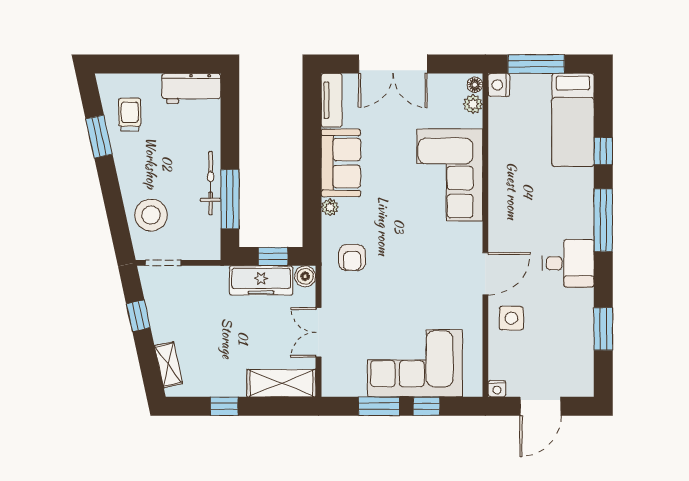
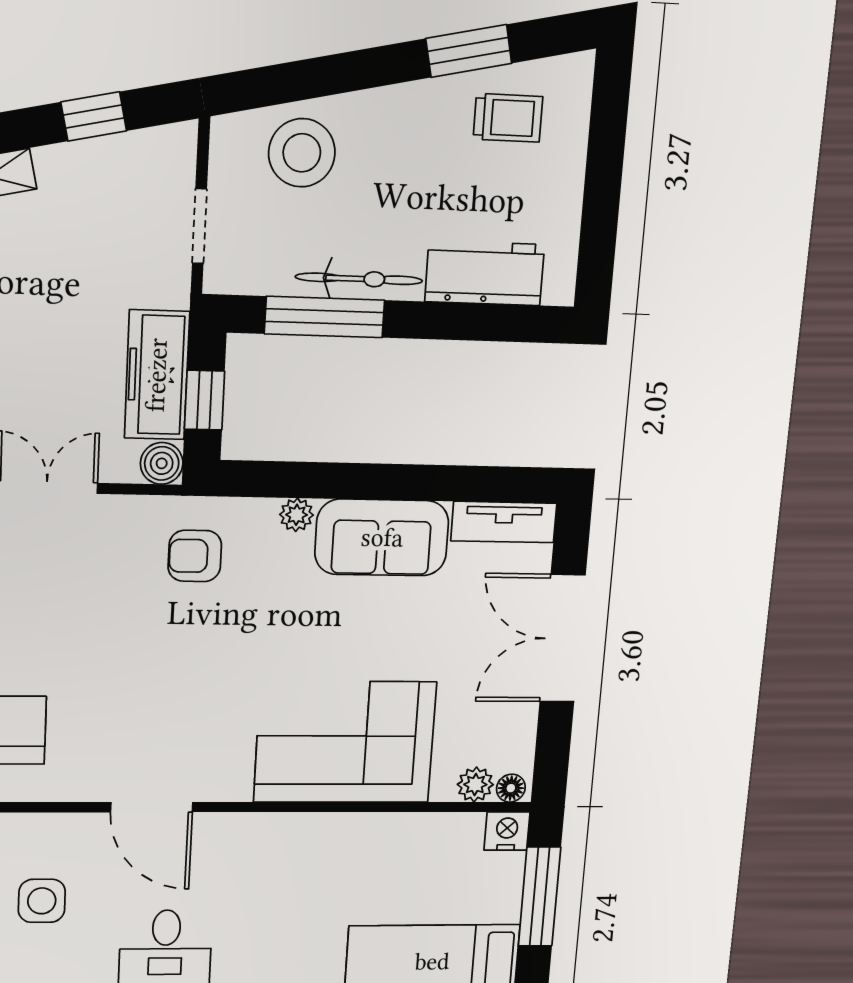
workbench: (191, 88) -> (485, 273), moved, turned 90
doorway: (163, 263) -> (199, 226), moved
side table: (511, 318) -> (42, 901), moved

